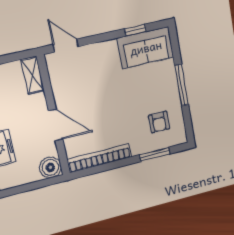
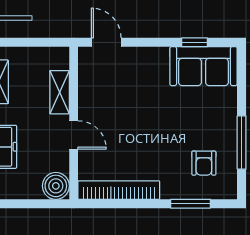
shelving: (33, 75) -> (60, 92), moved
window: (182, 85) -> (242, 143), moved
door: (56, 125) -> (74, 135), width x0.73

